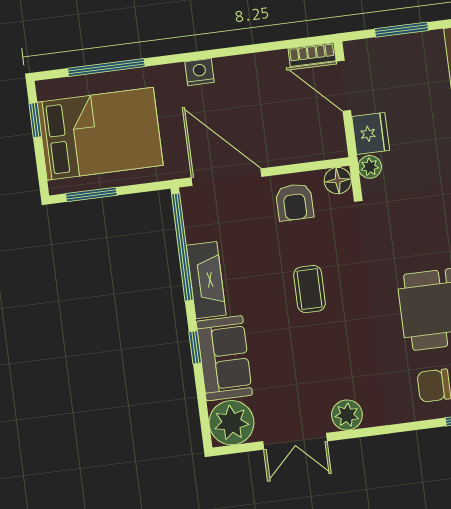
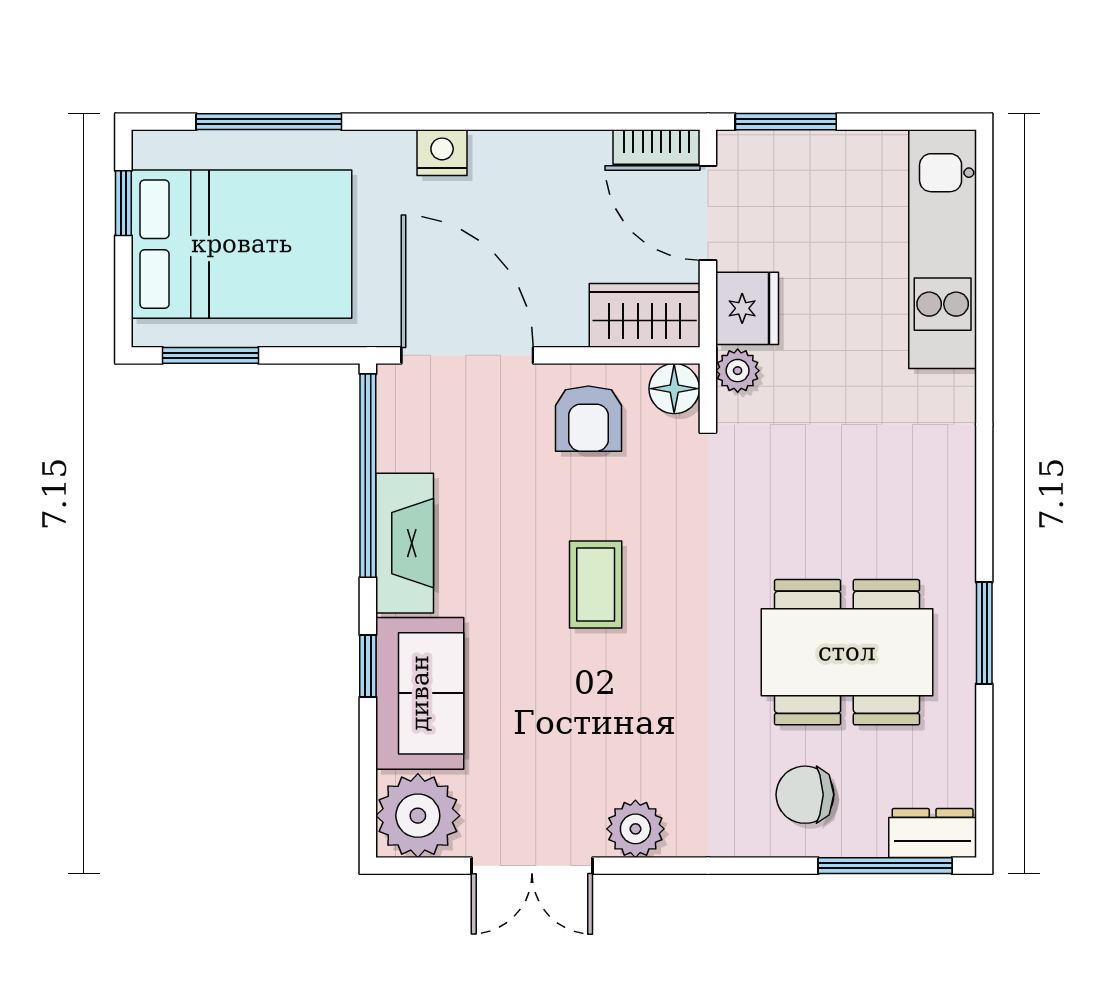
window: (401, 30) -> (786, 122), moved
wardrobe: (317, 144) -> (645, 315), added

